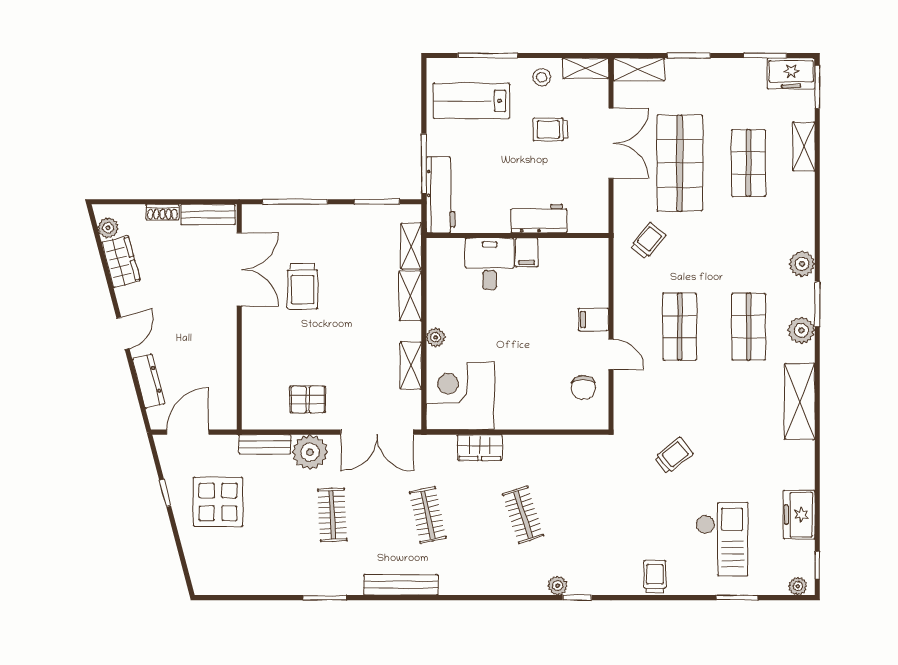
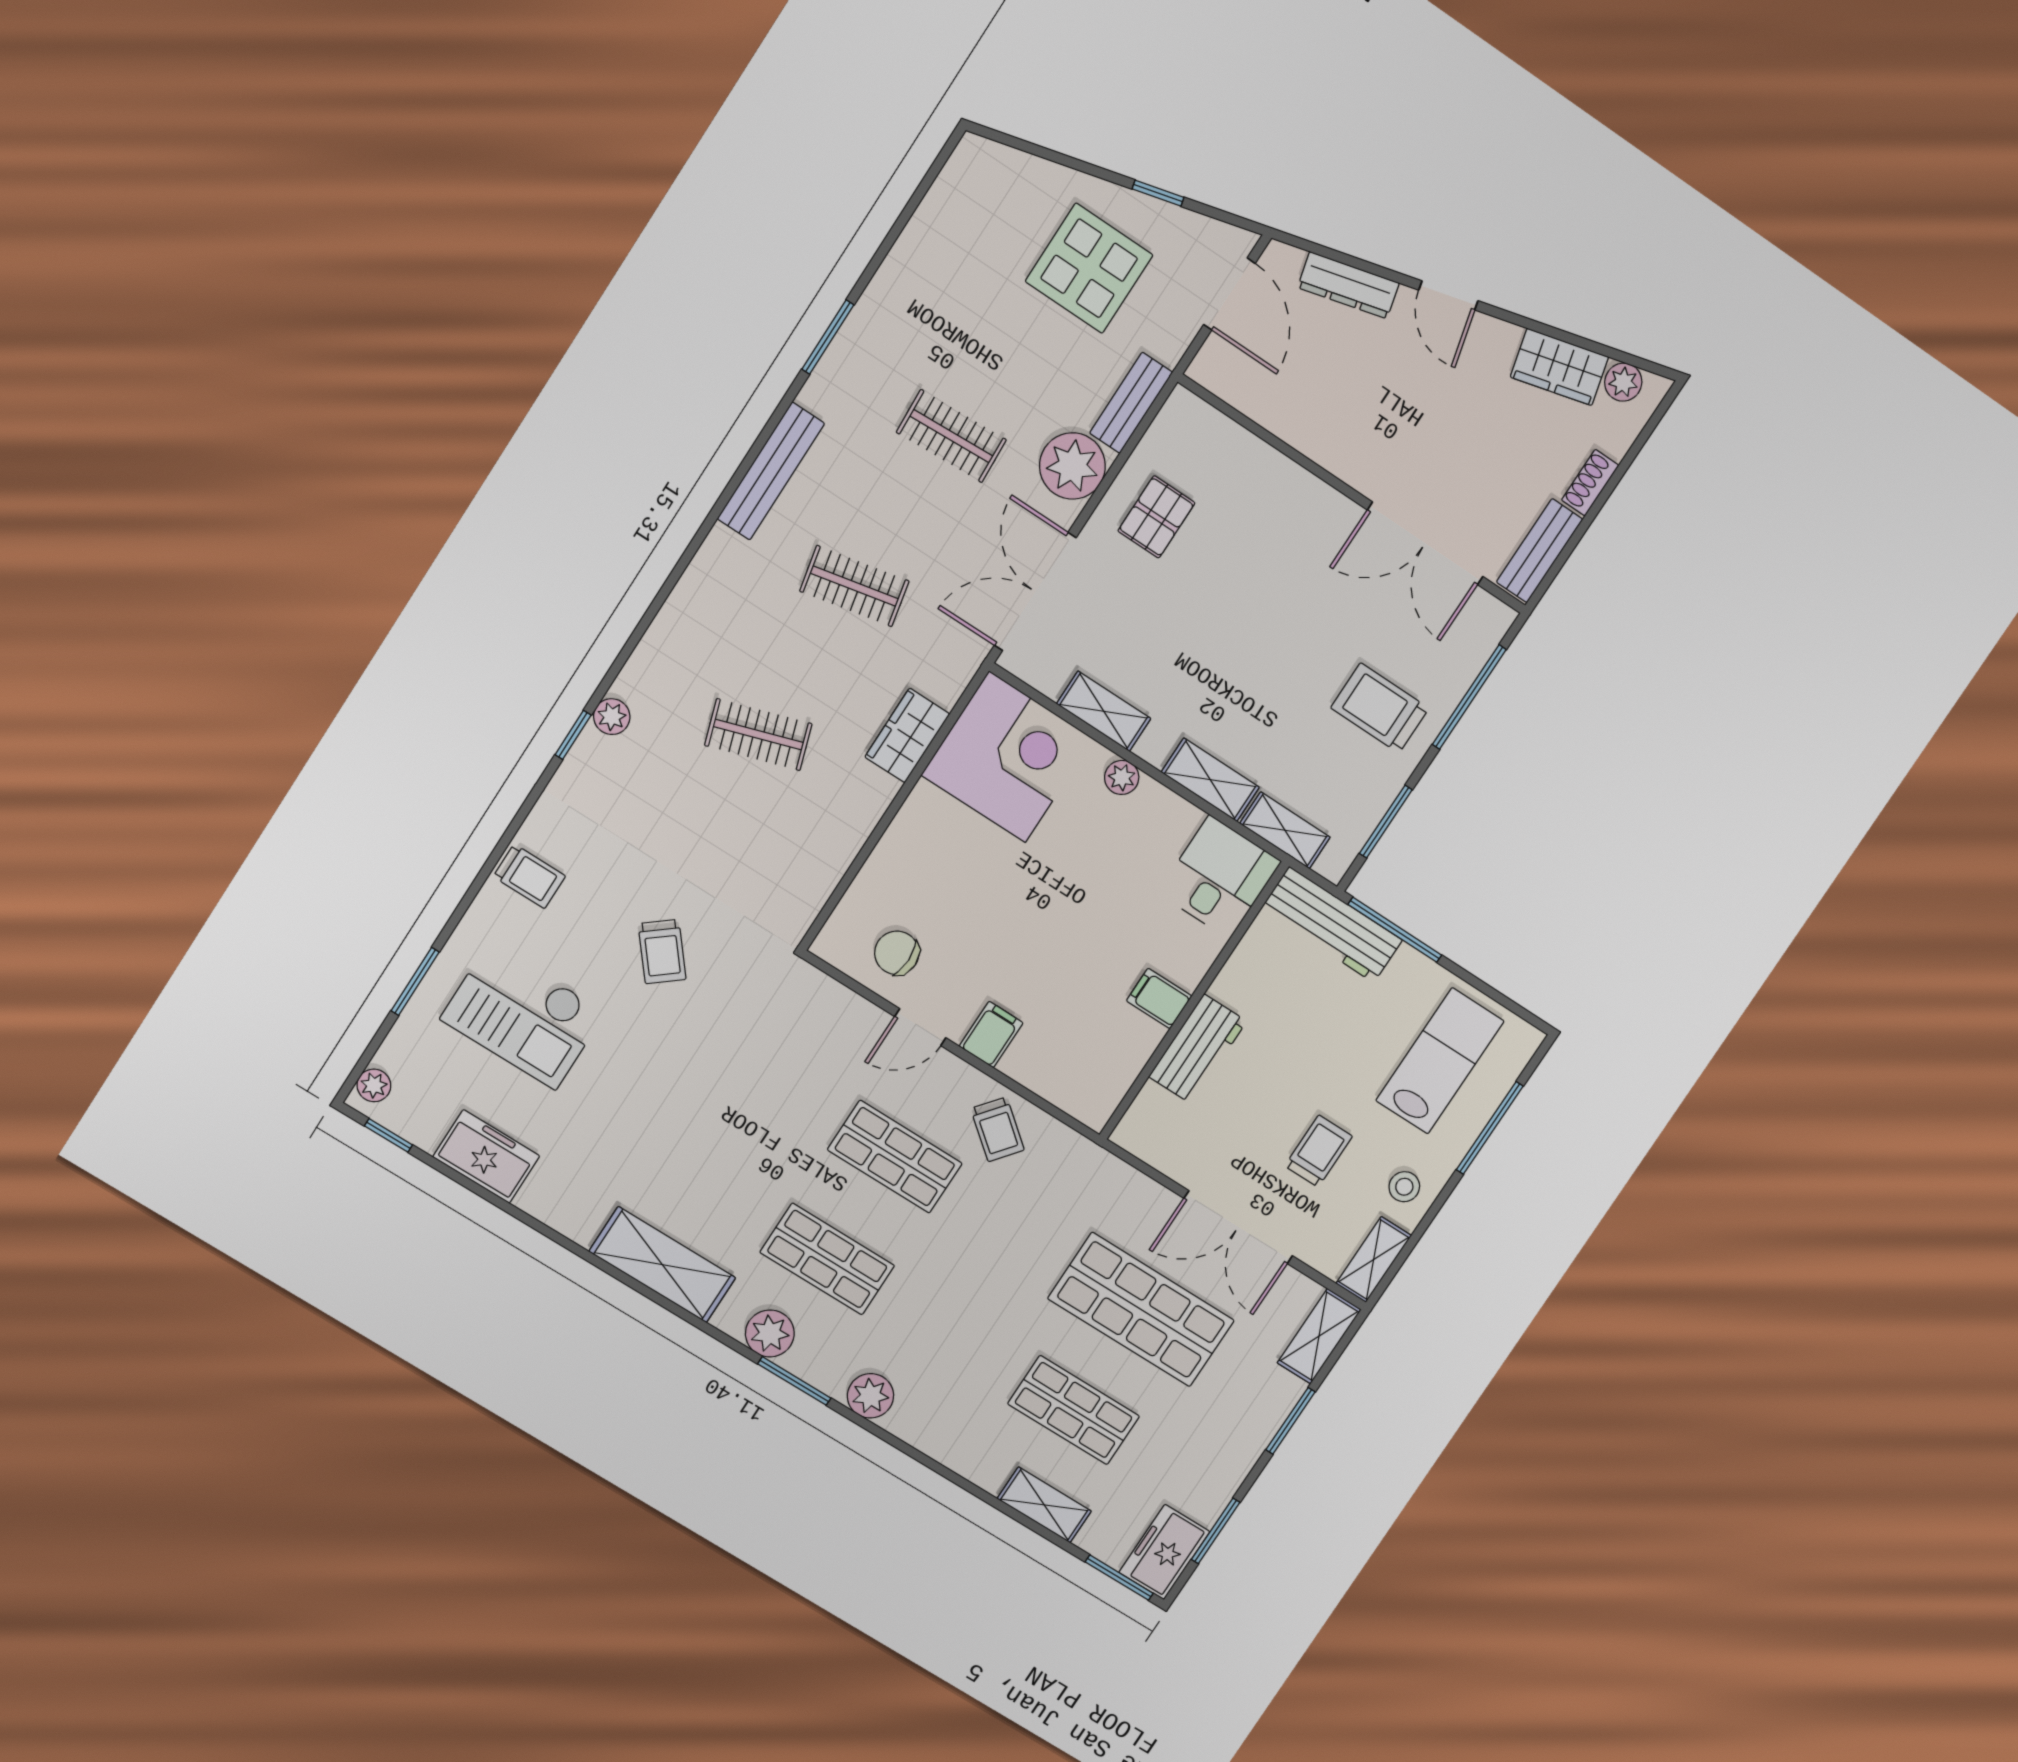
trolley: (648, 241) -> (997, 1129), moved
desk: (490, 264) -> (1219, 877), moved, turned -90
trolley: (302, 286) -> (1380, 708), moved
trolley: (673, 456) -> (662, 952), moved

